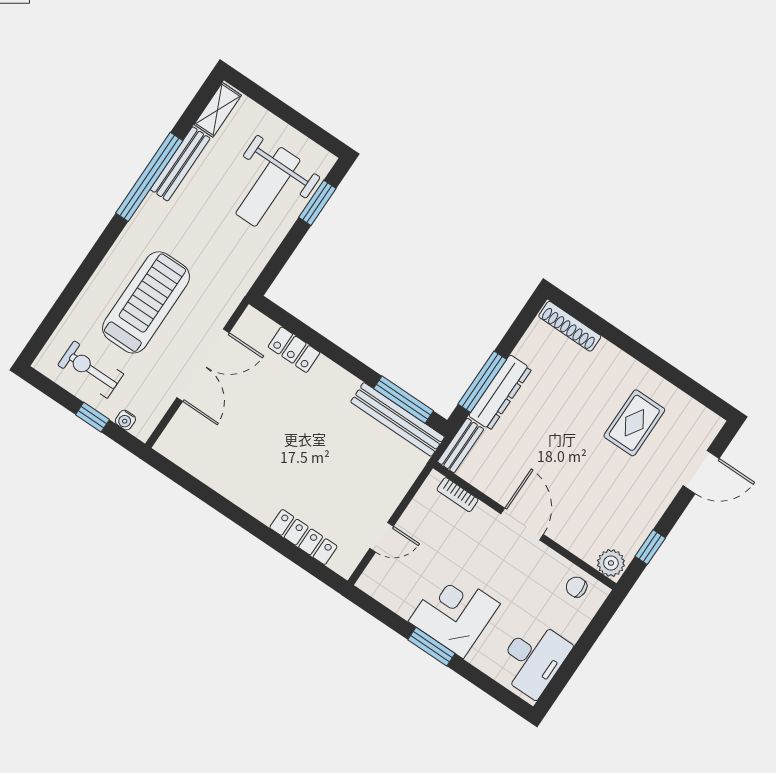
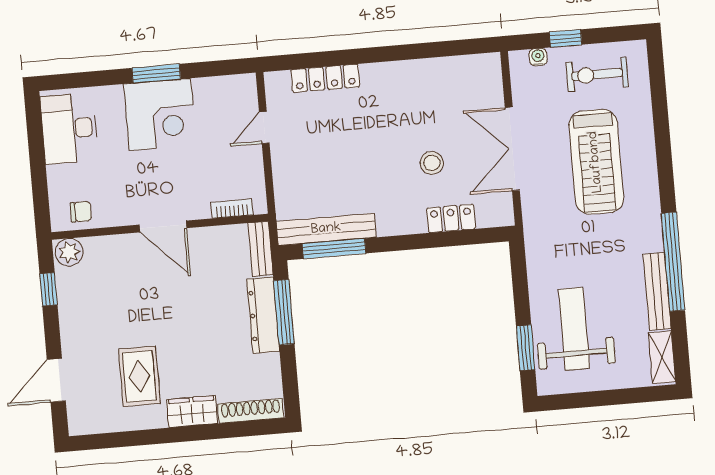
wardrobe: (616, 362) -> (192, 412), added
exercise bike: (91, 370) -> (597, 74), turned 180
stool: (274, 405) -> (432, 163), added

